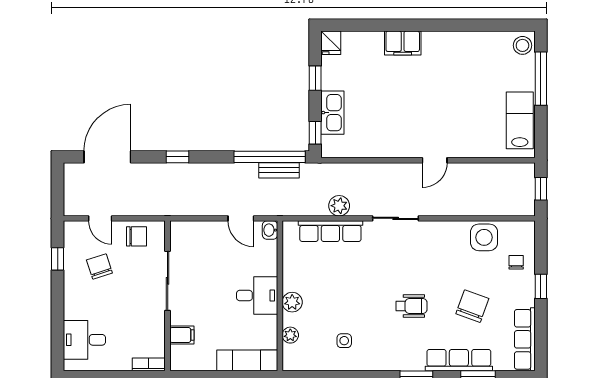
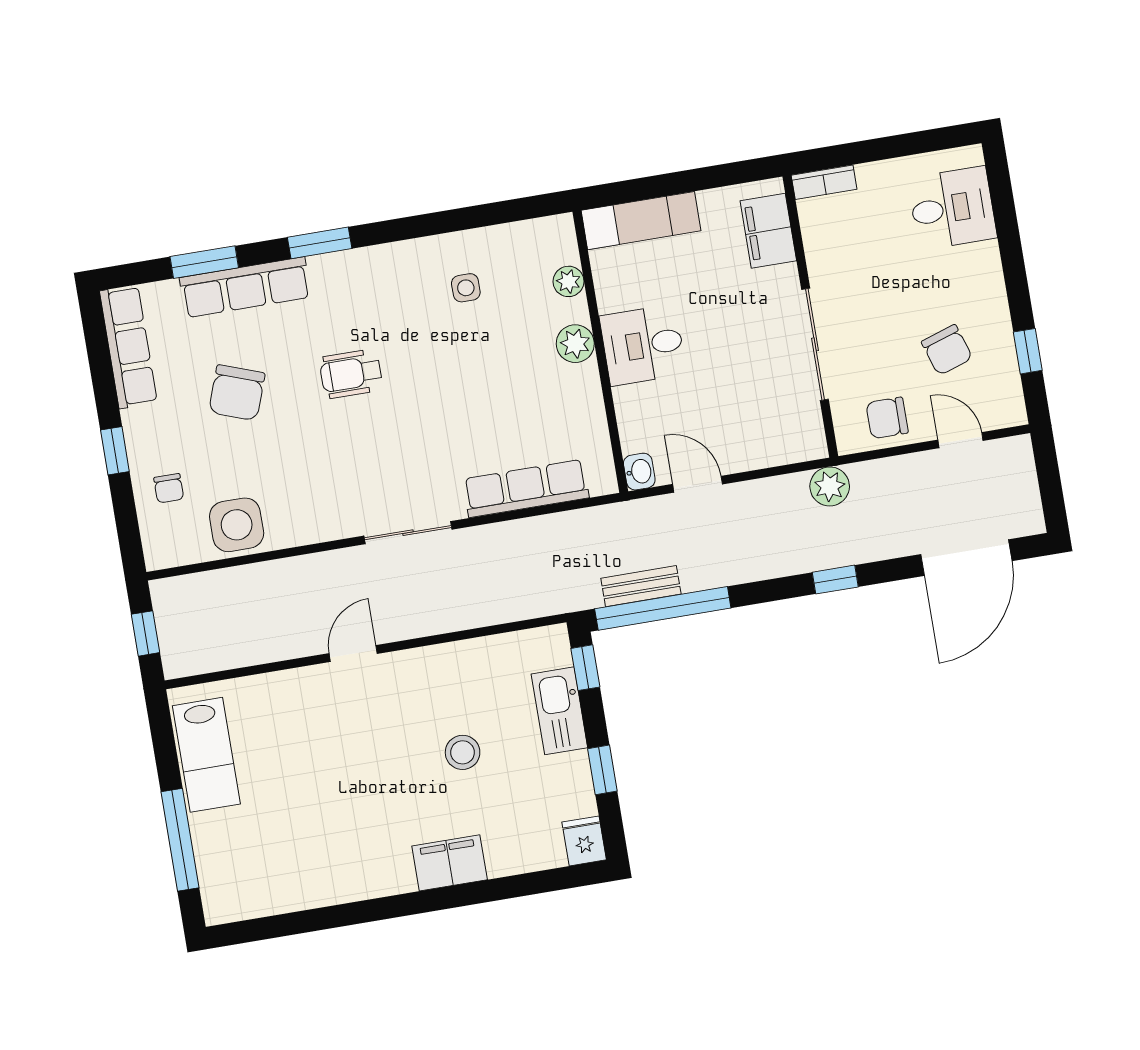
stool: (522, 45) -> (463, 752), moved
plant: (339, 206) -> (830, 486), moved
filing cabinet: (182, 335) -> (768, 231), width x2.00

